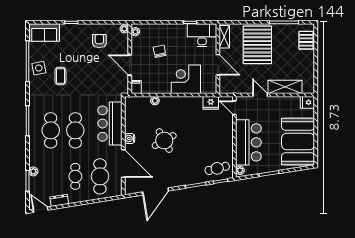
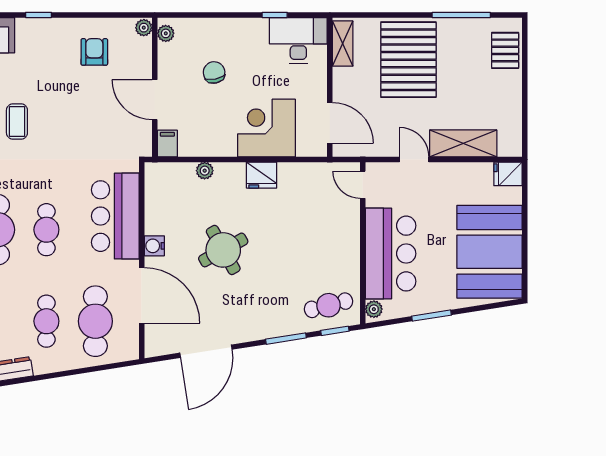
door: (218, 65) -> (330, 123), moved
fridge: (211, 103) -> (262, 175), moved
cafe table: (75, 130) -> (46, 230), width x0.73, depth x0.74

